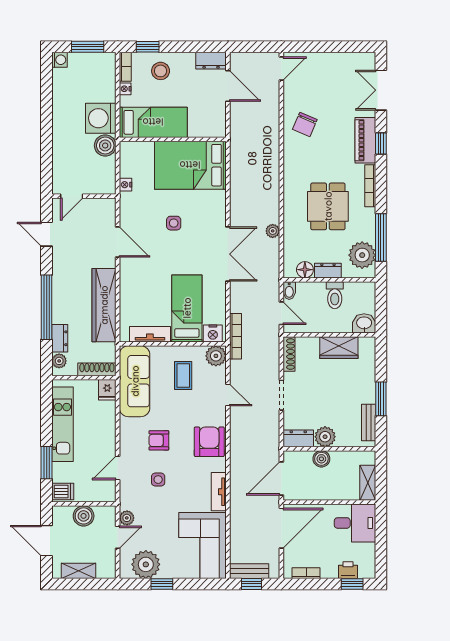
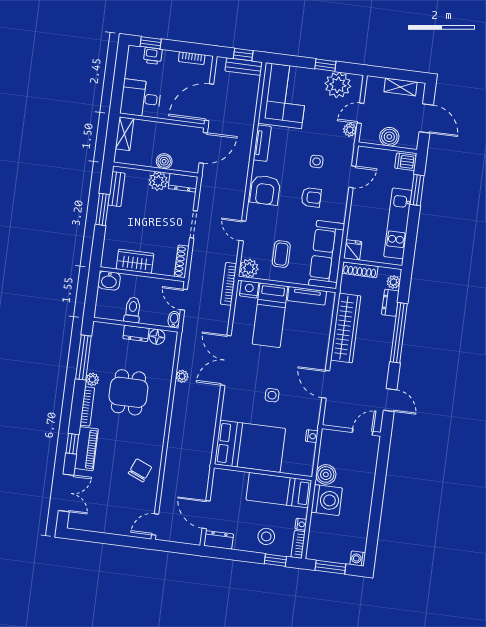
plant: (362, 255) -> (92, 379), moved, width x0.53, depth x0.53

